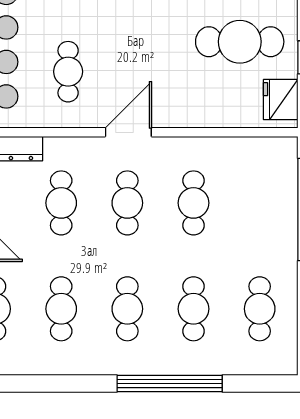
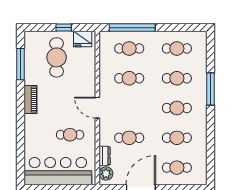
cafe table: (127, 203) -> (129, 48), moved
window: (170, 383) -> (210, 89), width x0.68

